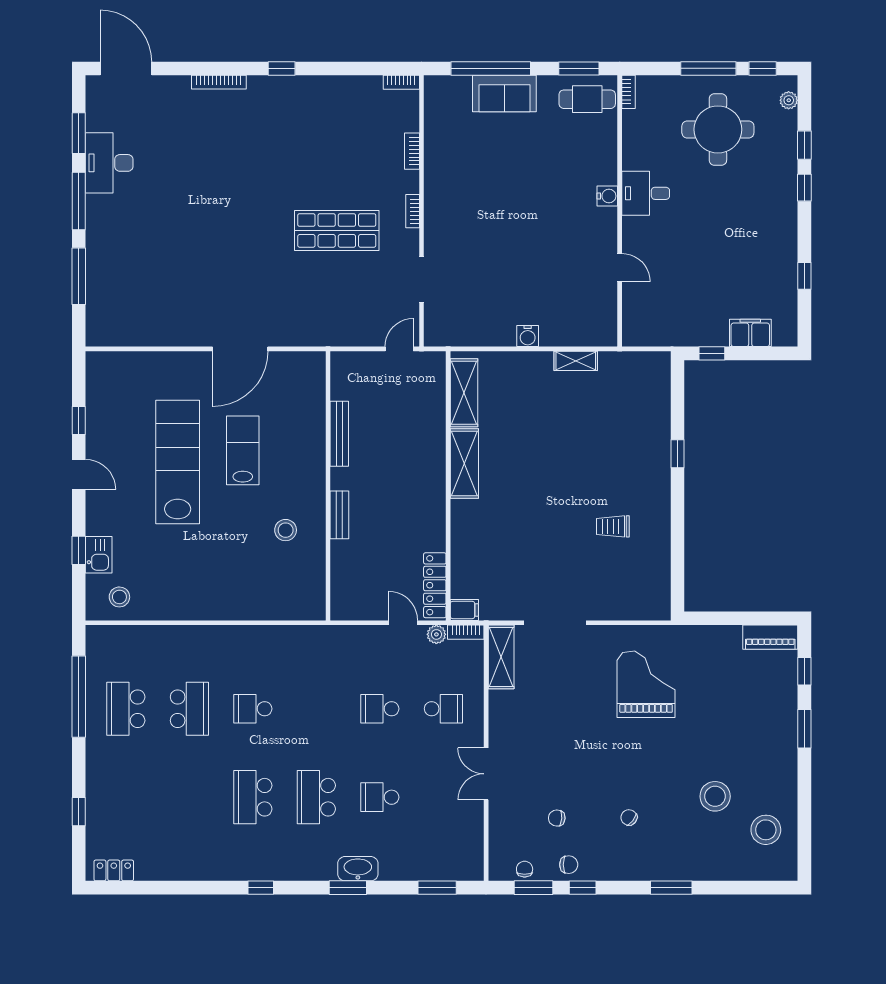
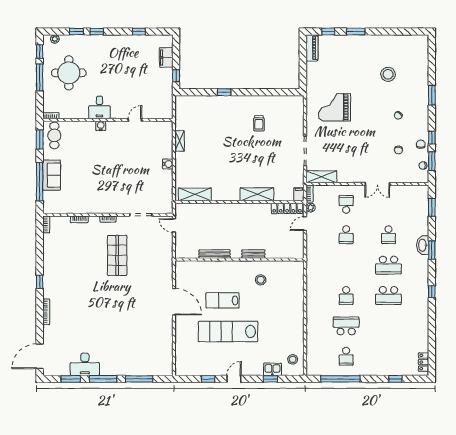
shelving: (464, 464) -> (257, 194), moved
school desk: (126, 709) -> (346, 356), width x0.54
stool: (766, 830) -> (404, 50), removed

